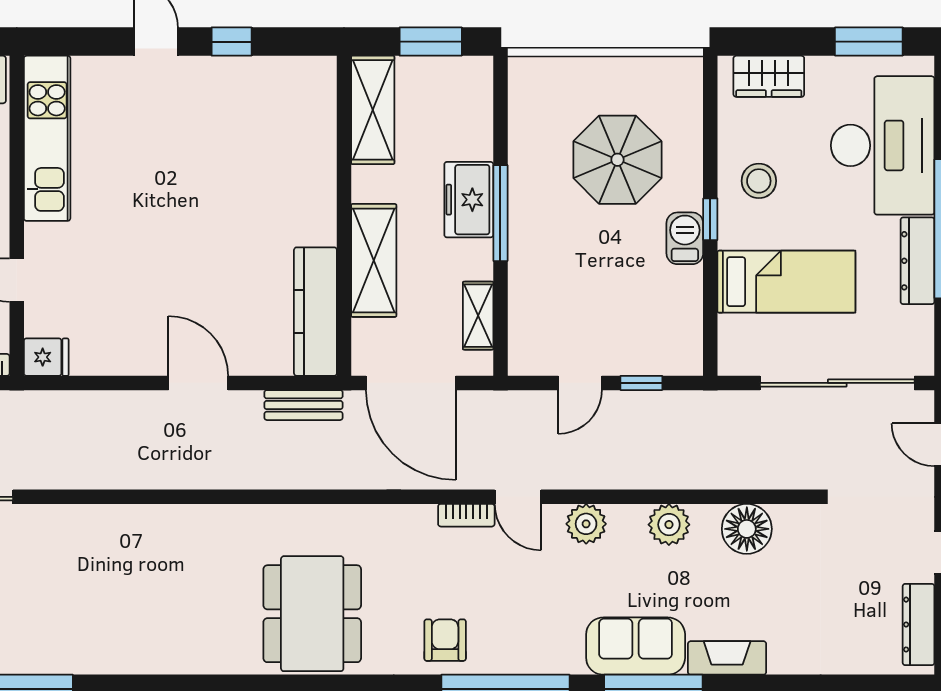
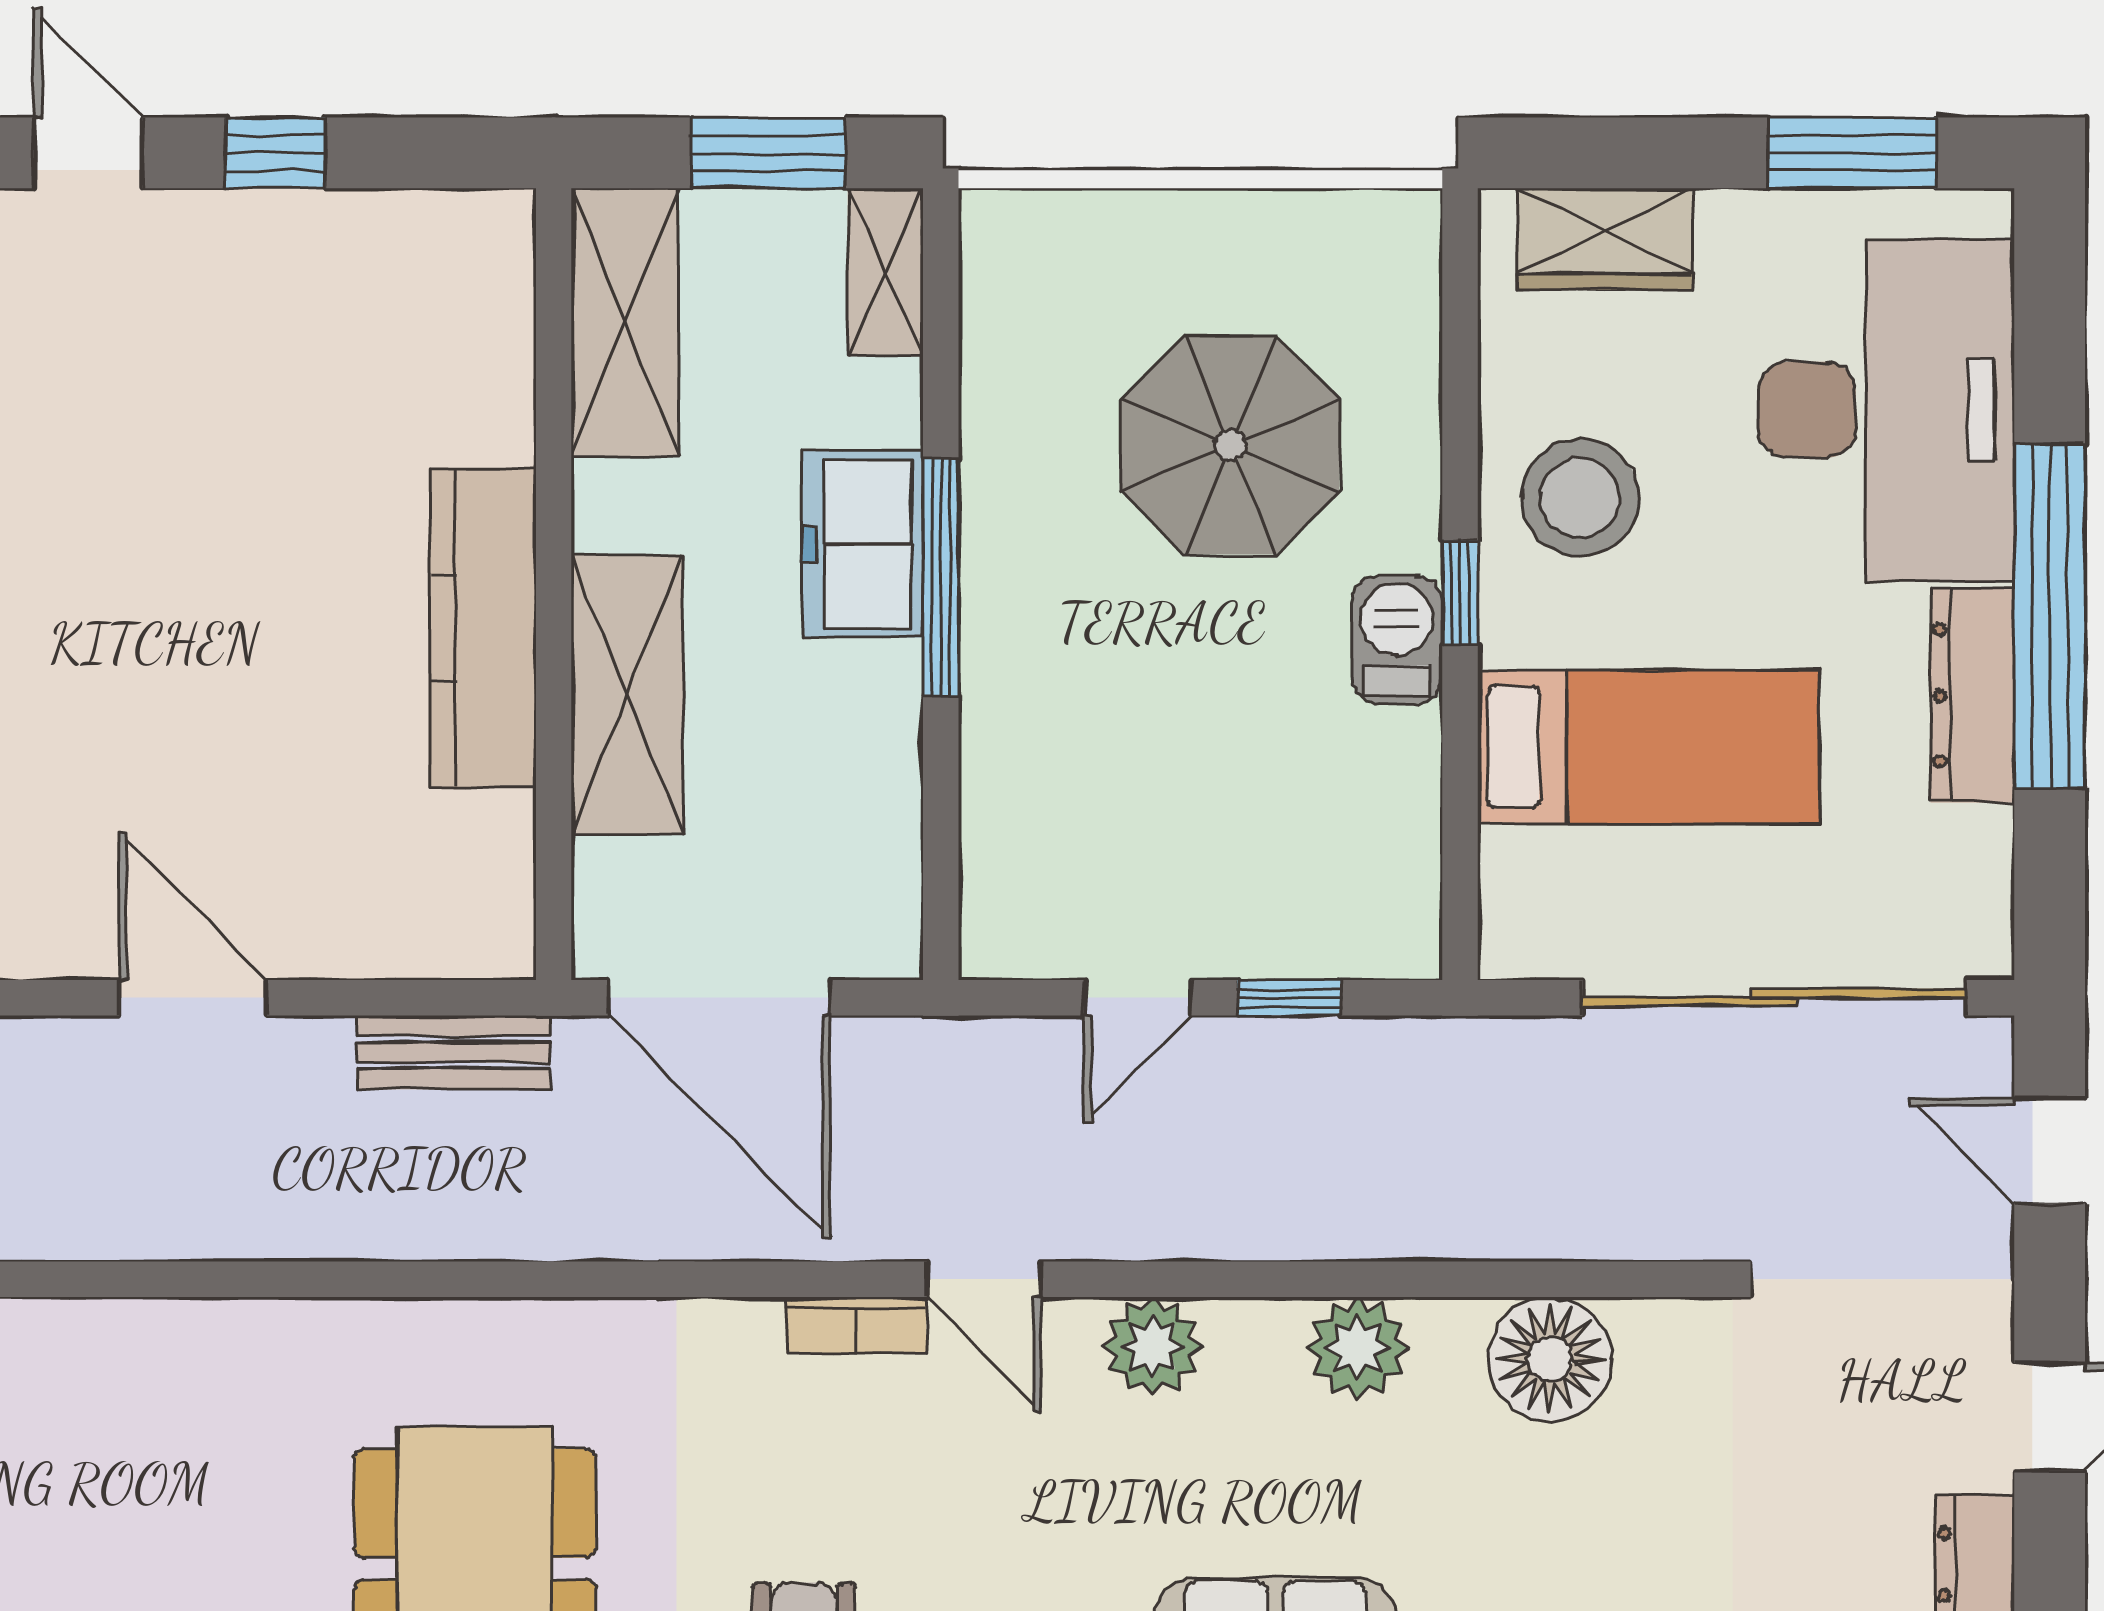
stool: (759, 181) -> (1580, 498), width x1.38, depth x1.38
kitchen counter: (315, 312) -> (483, 628), moved
shelving: (478, 316) -> (885, 272), moved

